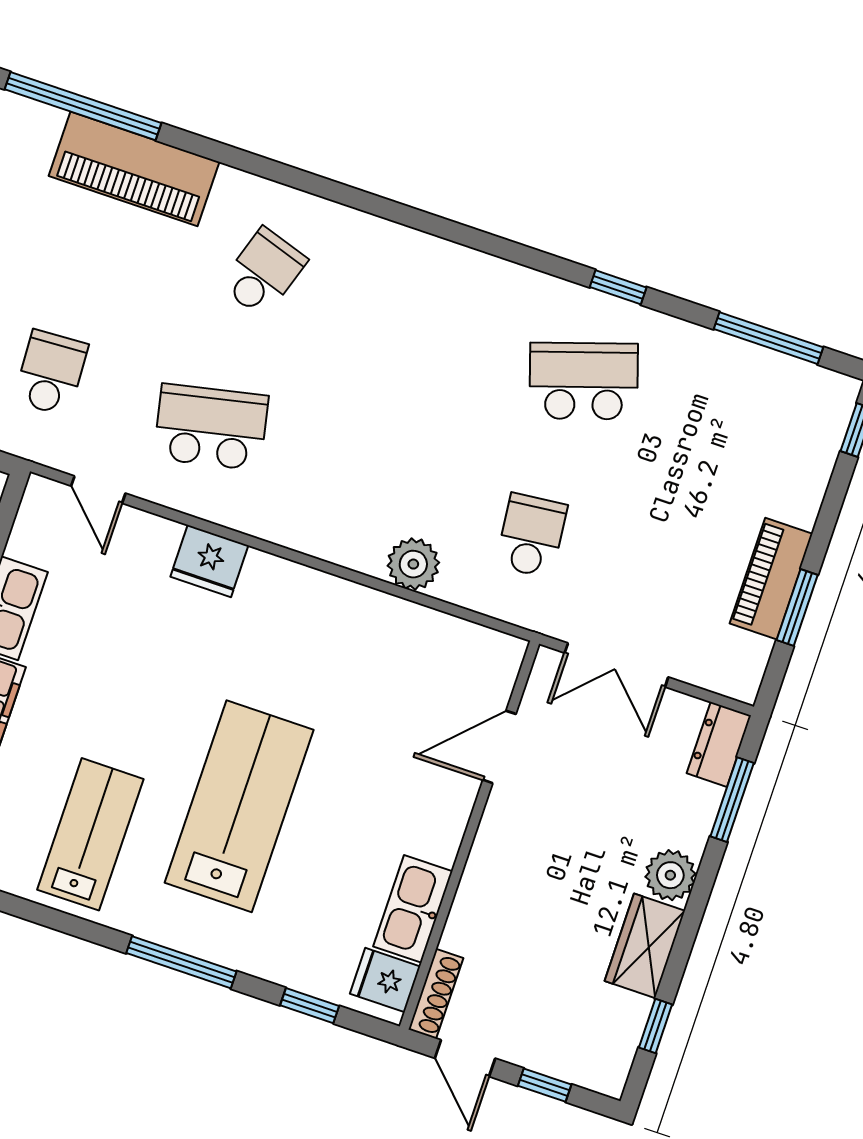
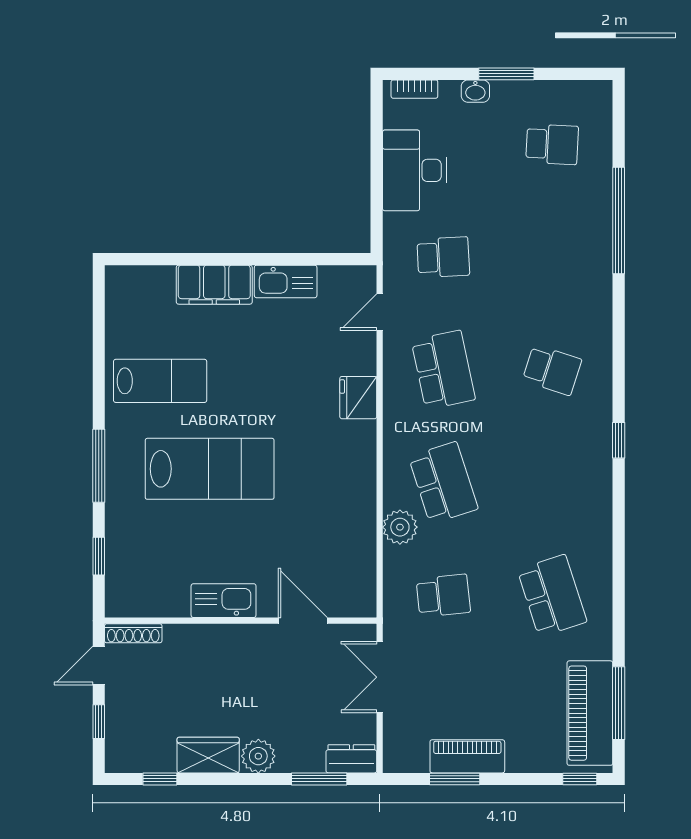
piano: (134, 169) -> (590, 713), moved
window: (618, 287) -> (619, 440), moved
school desk: (371, 481) -> (443, 483), added
kitchen sink: (413, 909) -> (224, 601), moved
fridge: (385, 980) -> (131, 598), removed

